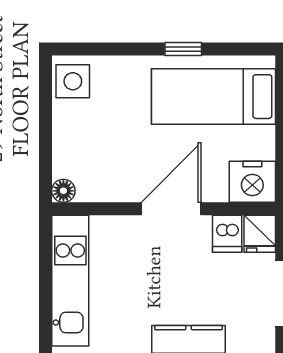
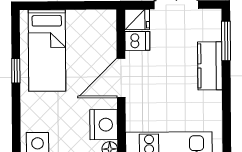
nightstand: (252, 182) -> (104, 125), moved
door: (171, 209) -> (121, 78), hinge flipped

